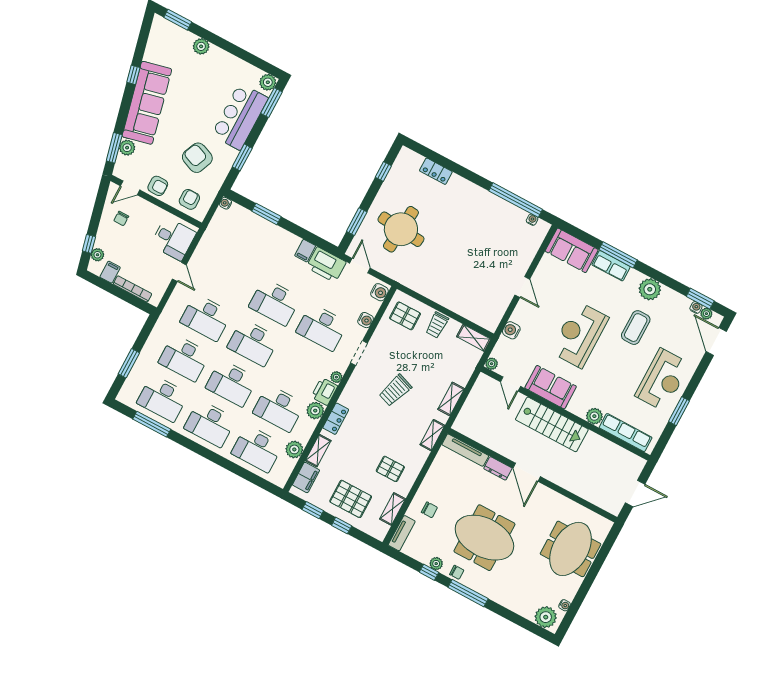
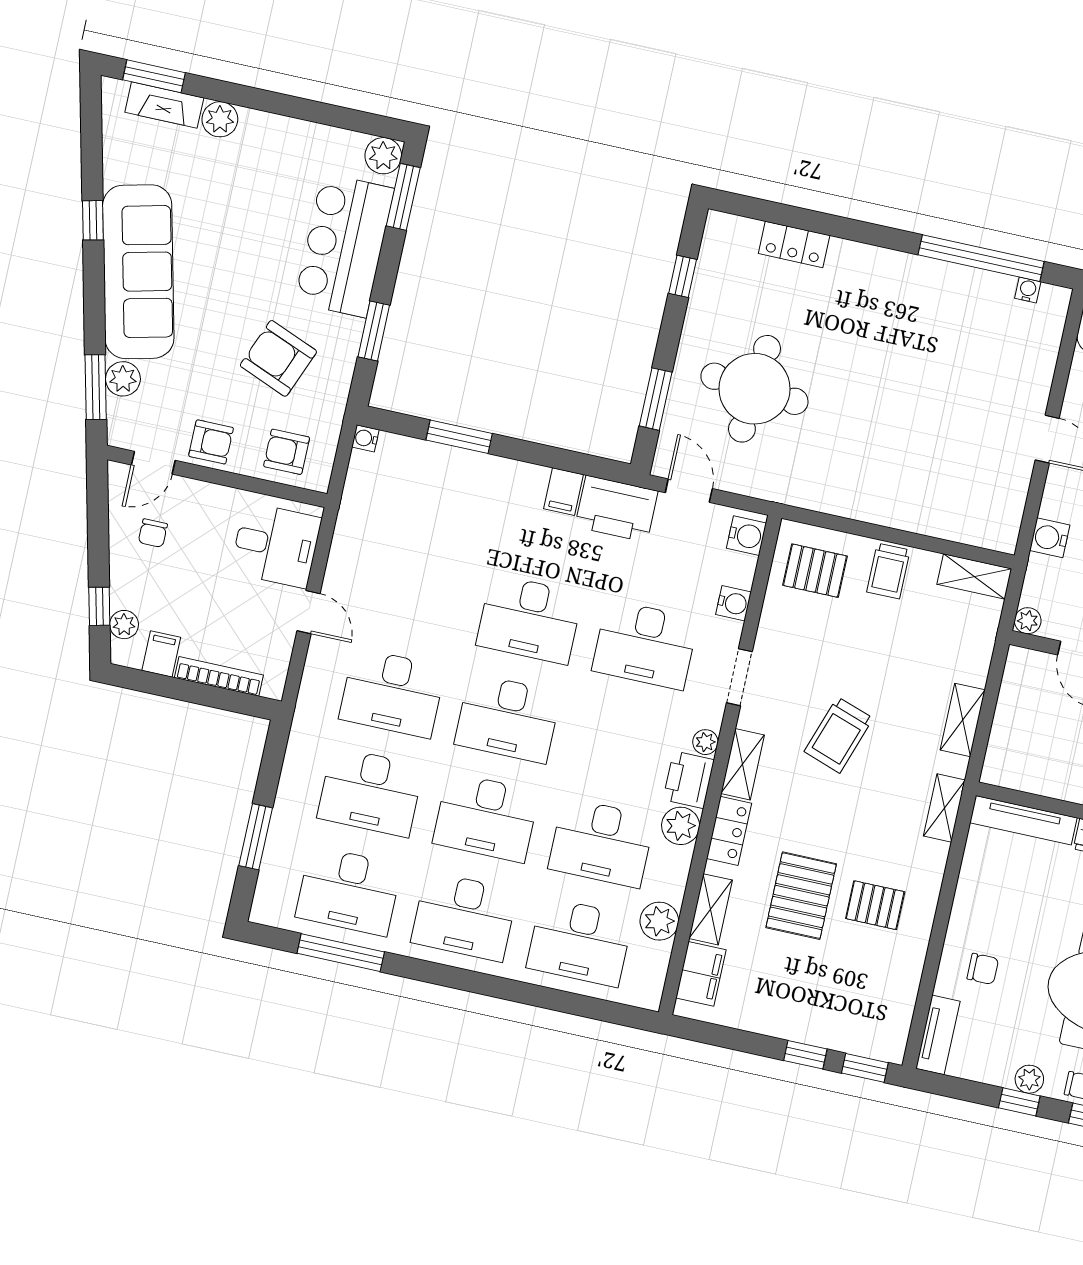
fireplace: (179, 33) -> (164, 105), added
armchair: (189, 199) -> (287, 452), turned -90
pallet: (351, 499) -> (801, 896), moved, turned 90
shelving: (393, 509) -> (743, 764), moved
window: (313, 510) -> (865, 1068), moved

